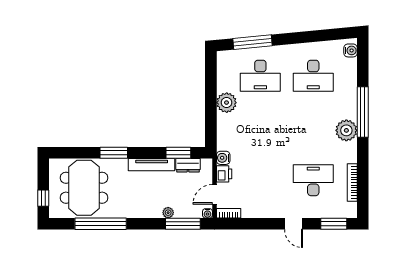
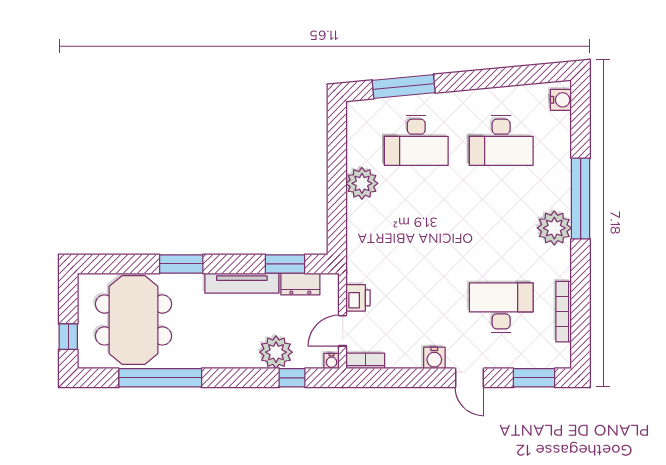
water cooler: (223, 158) -> (434, 358), moved, turned -90
plant: (168, 213) -> (276, 352), width x1.88, depth x1.88
window: (183, 224) -> (292, 378), width x0.46

